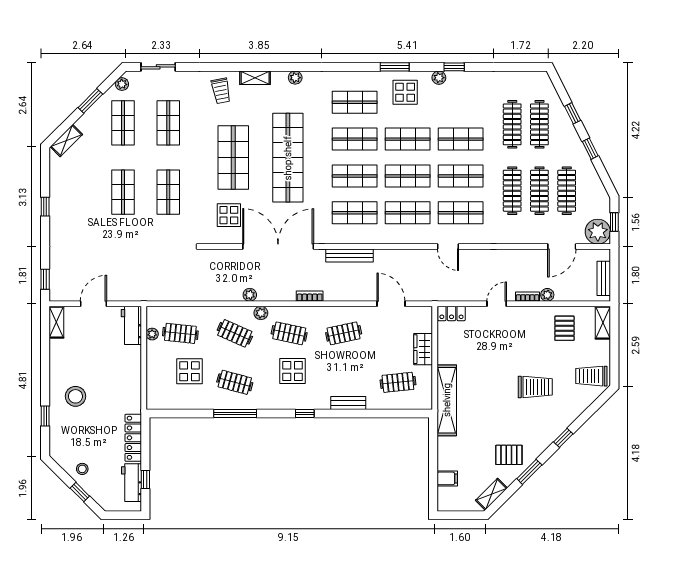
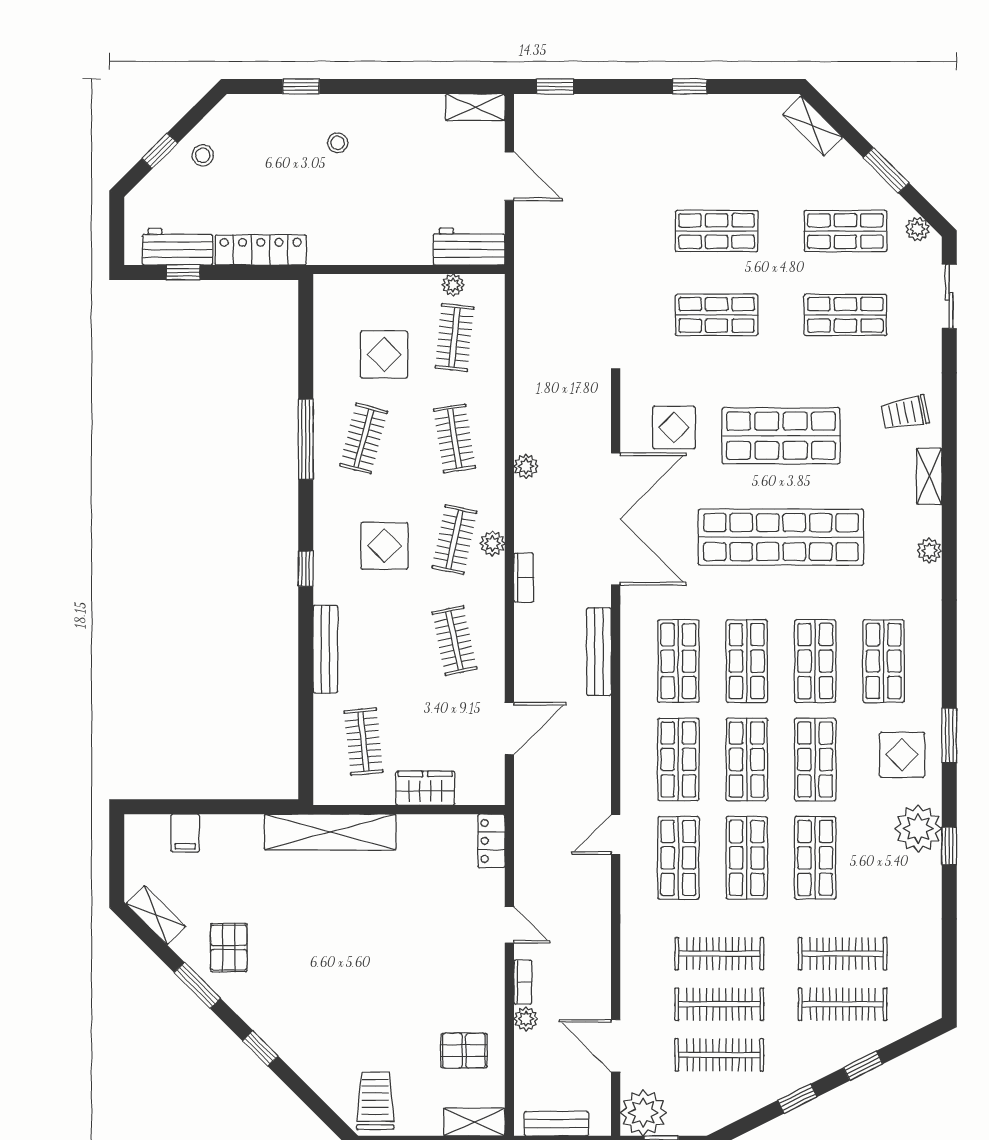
plant: (439, 78) -> (918, 829), width x1.88, depth x1.88
plant: (261, 313) -> (492, 543), moved
clothes rail: (235, 333) -> (454, 439), turned -33
trolley: (535, 387) -> (355, 996), removed
stool: (75, 396) -> (338, 143), width x0.53, depth x0.53
bench: (348, 403) -> (325, 649), width x1.36

